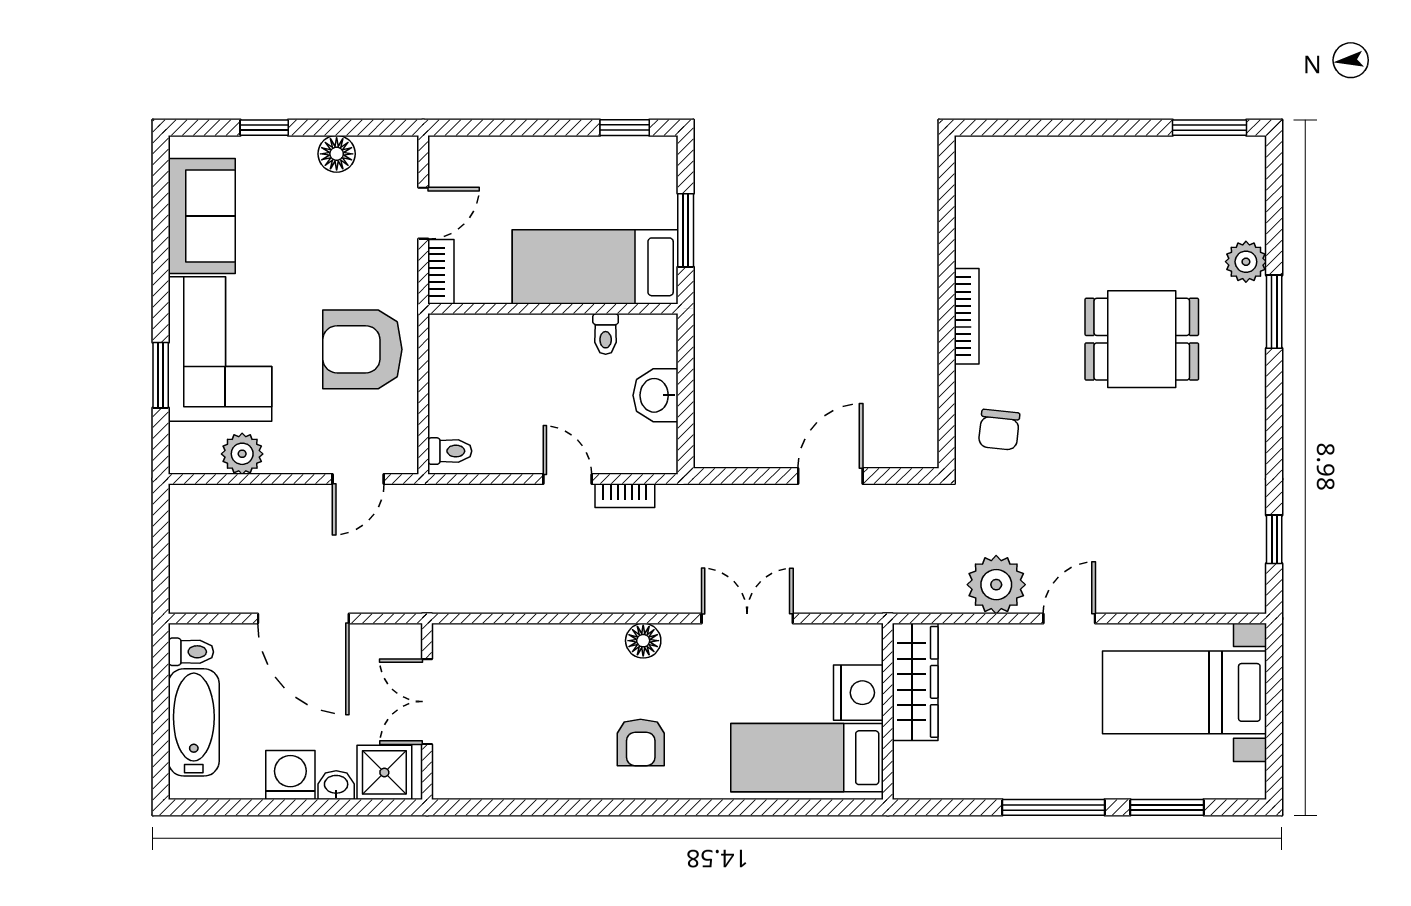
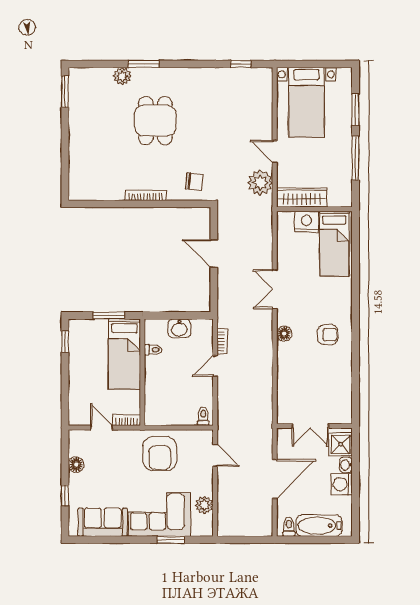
wardrobe: (915, 682) -> (302, 198), moved
nightstand: (858, 693) -> (306, 222), moved
wall: (888, 711) -> (314, 209), moved
bed: (807, 758) -> (334, 244), moved

